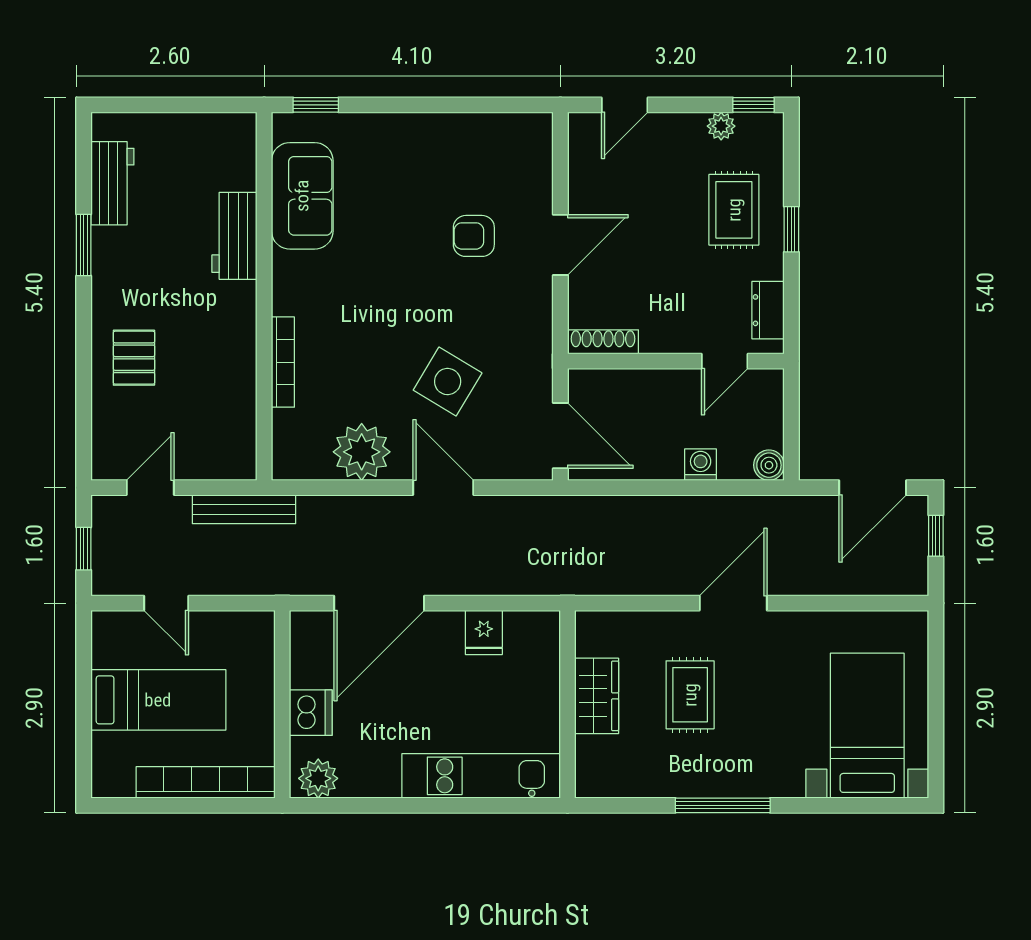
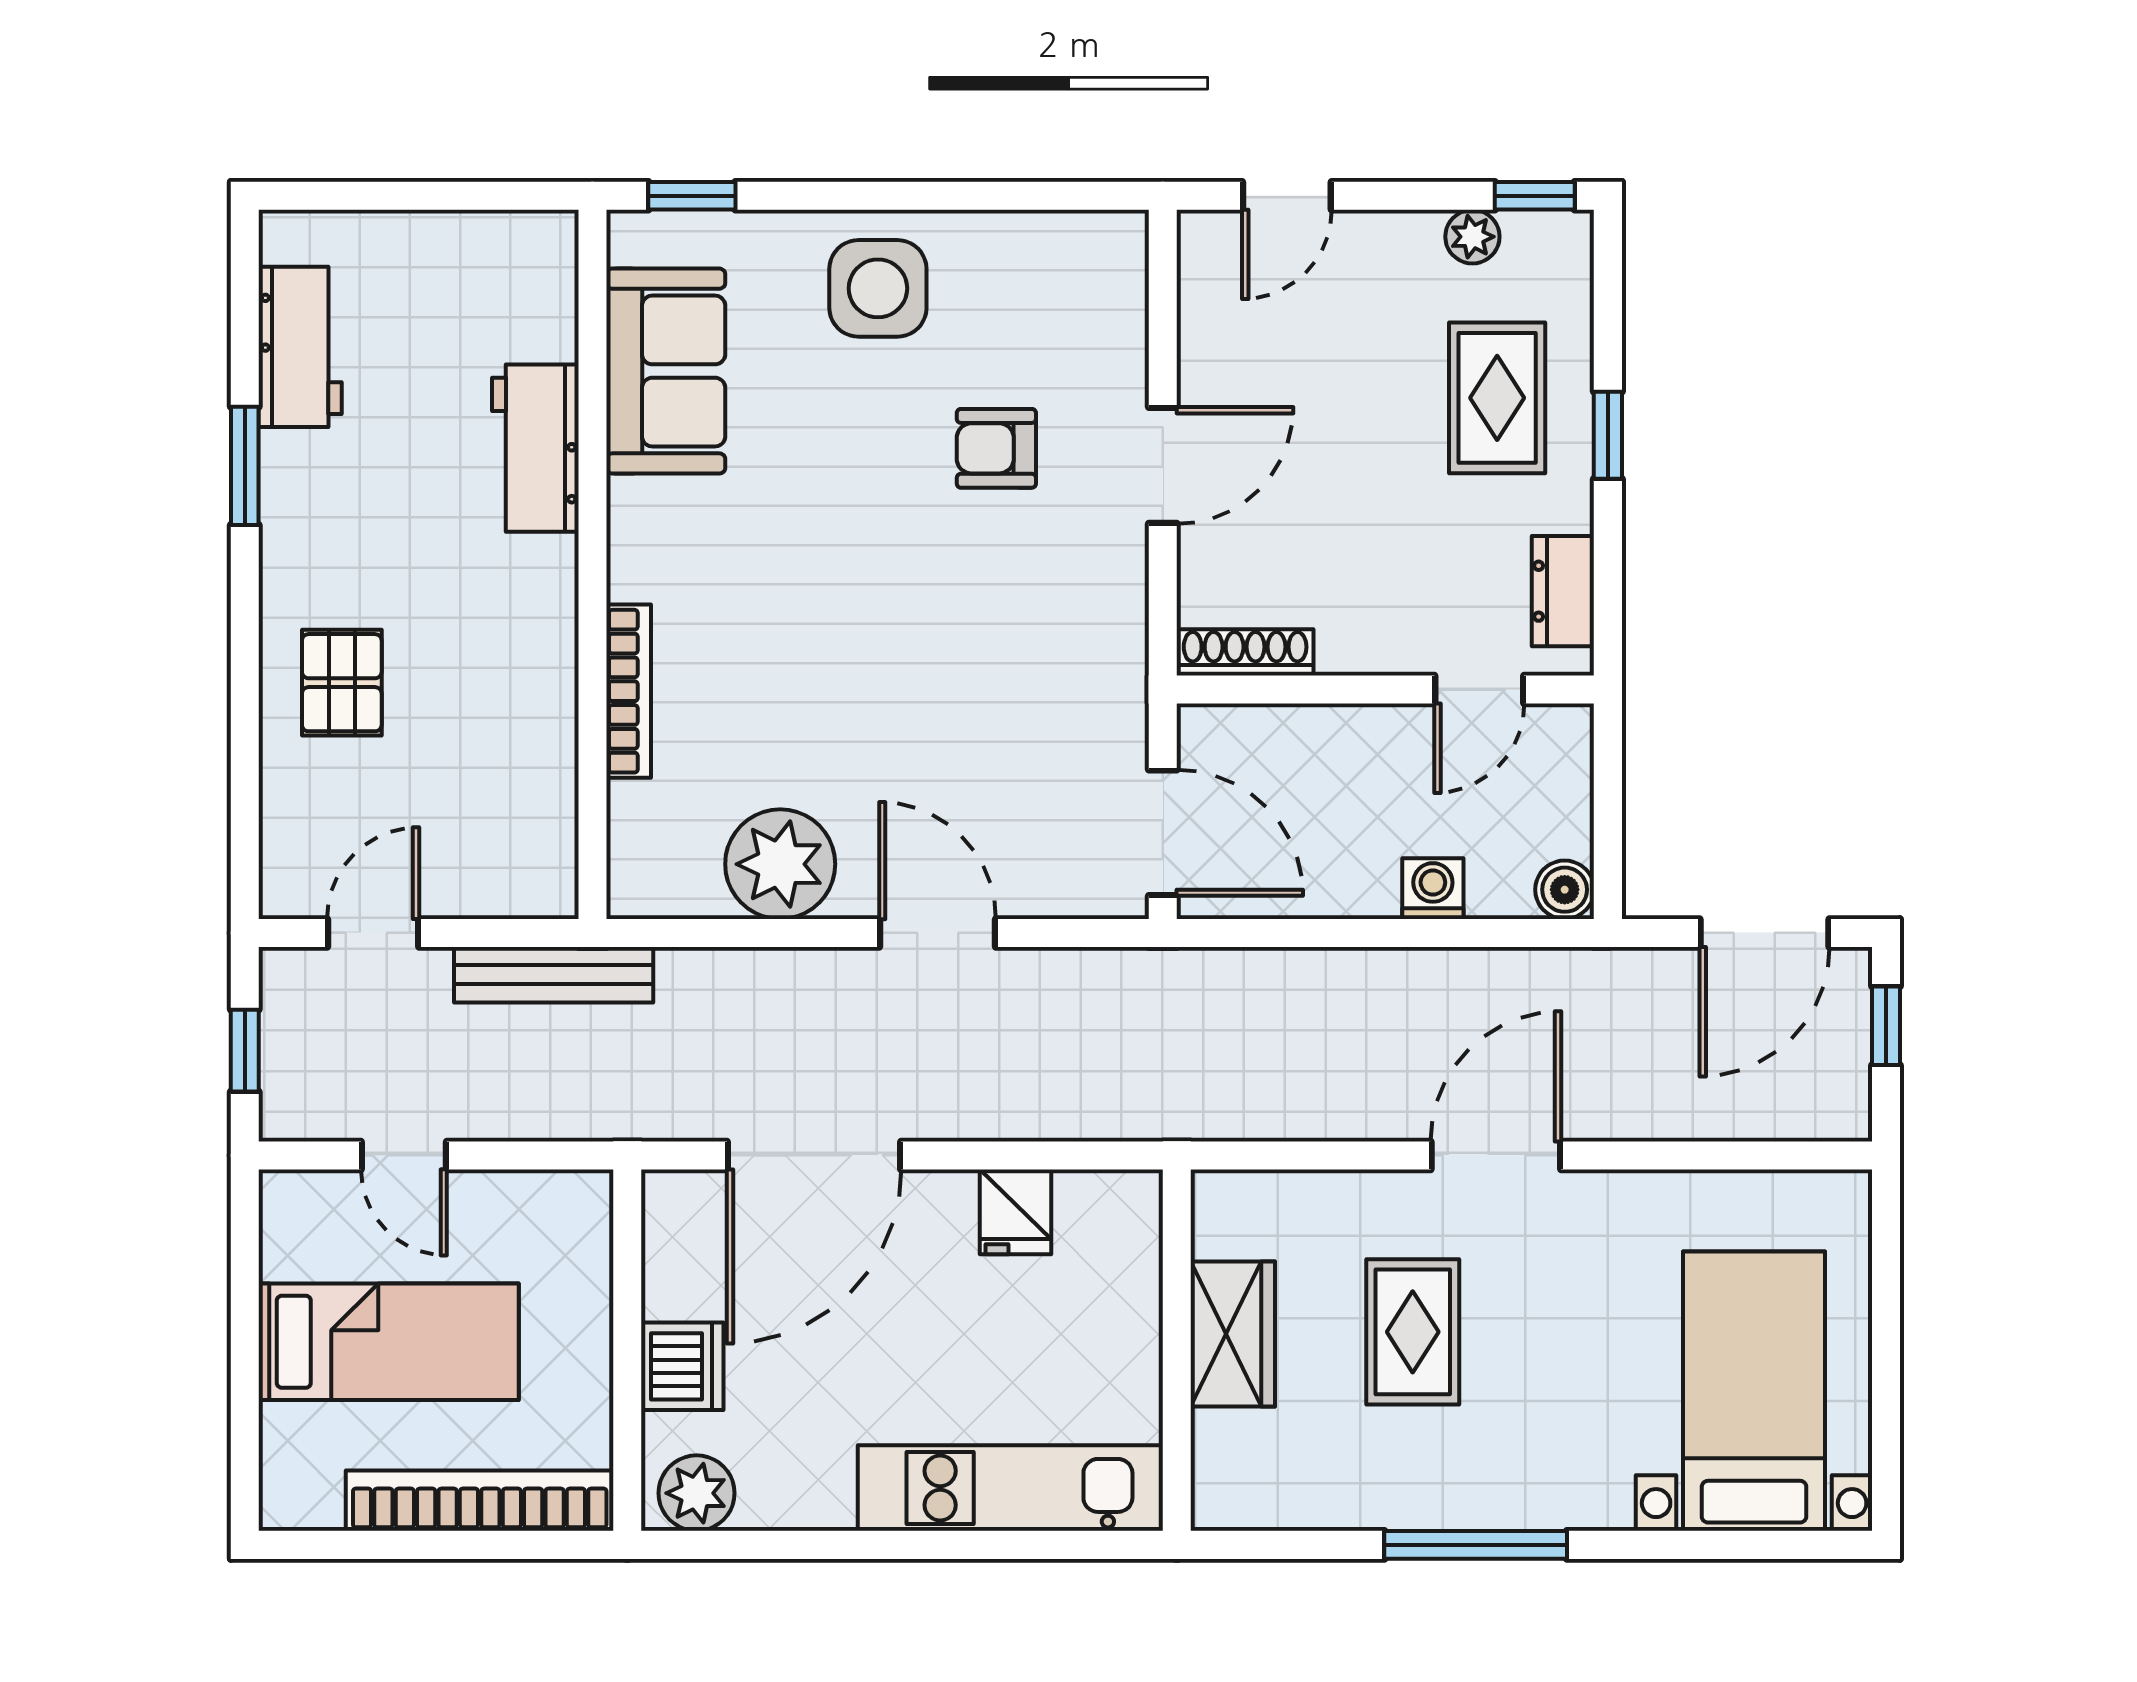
side table: (448, 382) -> (878, 288), moved, turned -31

